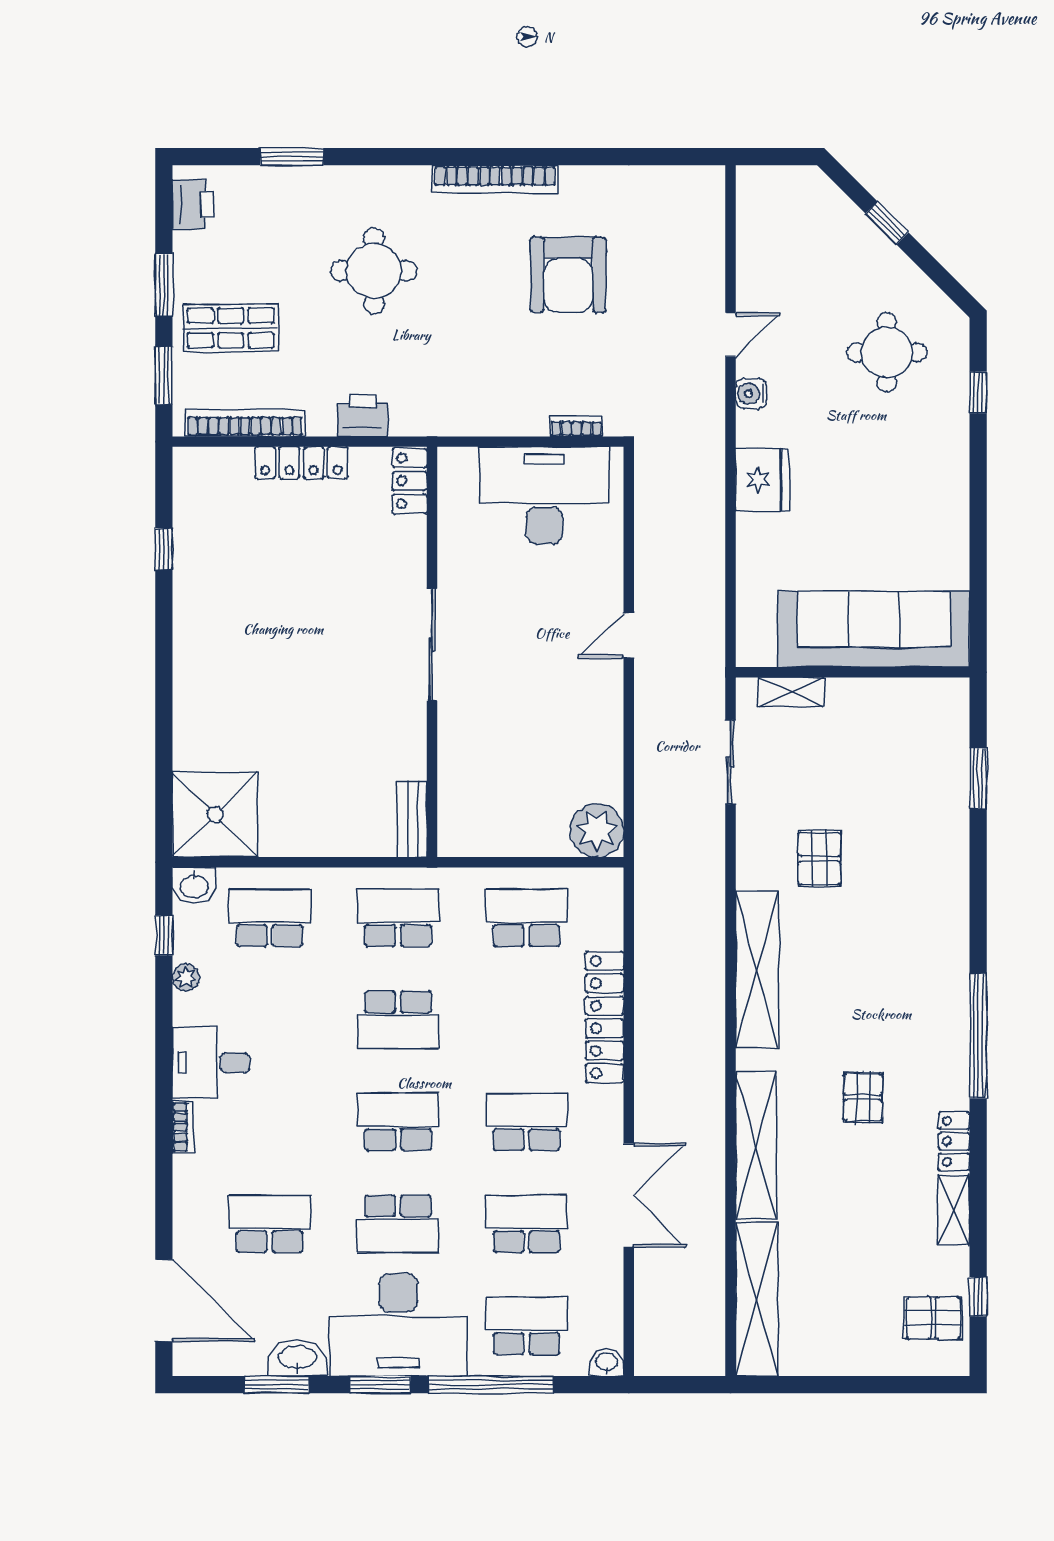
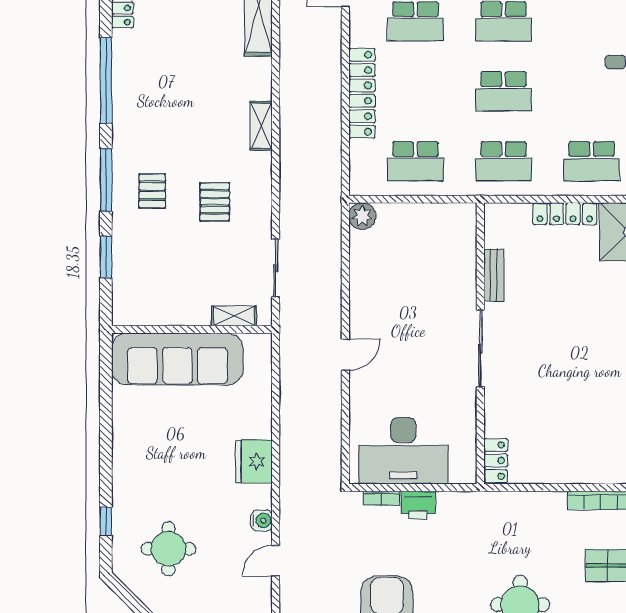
printer: (363, 416) -> (418, 505), moved
locker: (301, 463) -> (565, 214), moved, turned 180
bench: (412, 819) -> (494, 275), moved
plant: (597, 830) -> (362, 216), width x0.73, depth x0.73
window: (978, 891) -> (106, 180), added
shelving: (757, 970) -> (261, 126), width x0.45, depth x0.75
school desk: (398, 1020) -> (504, 91), turned 180
pallet: (863, 1097) -> (152, 191), moved

